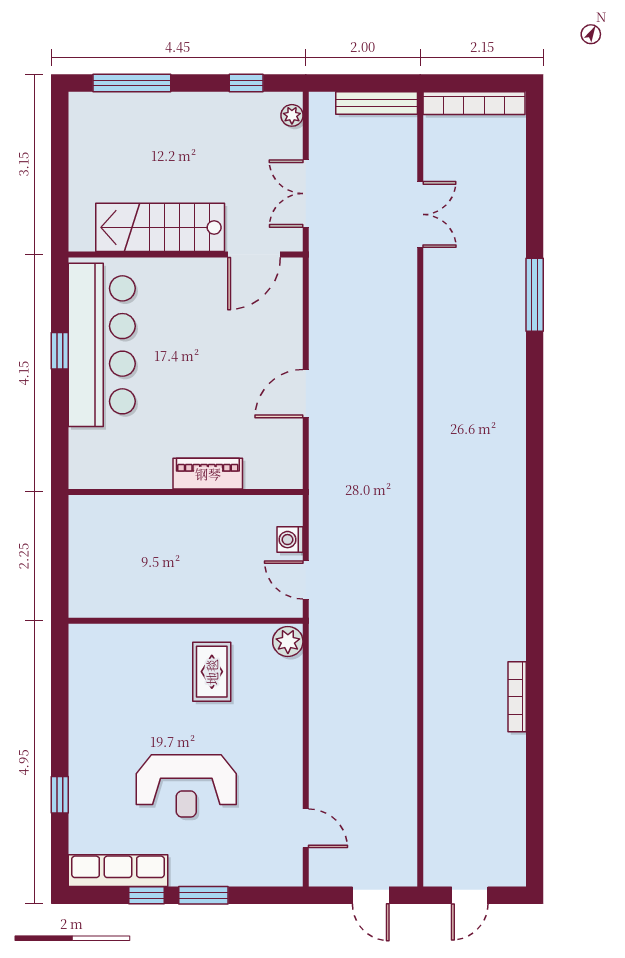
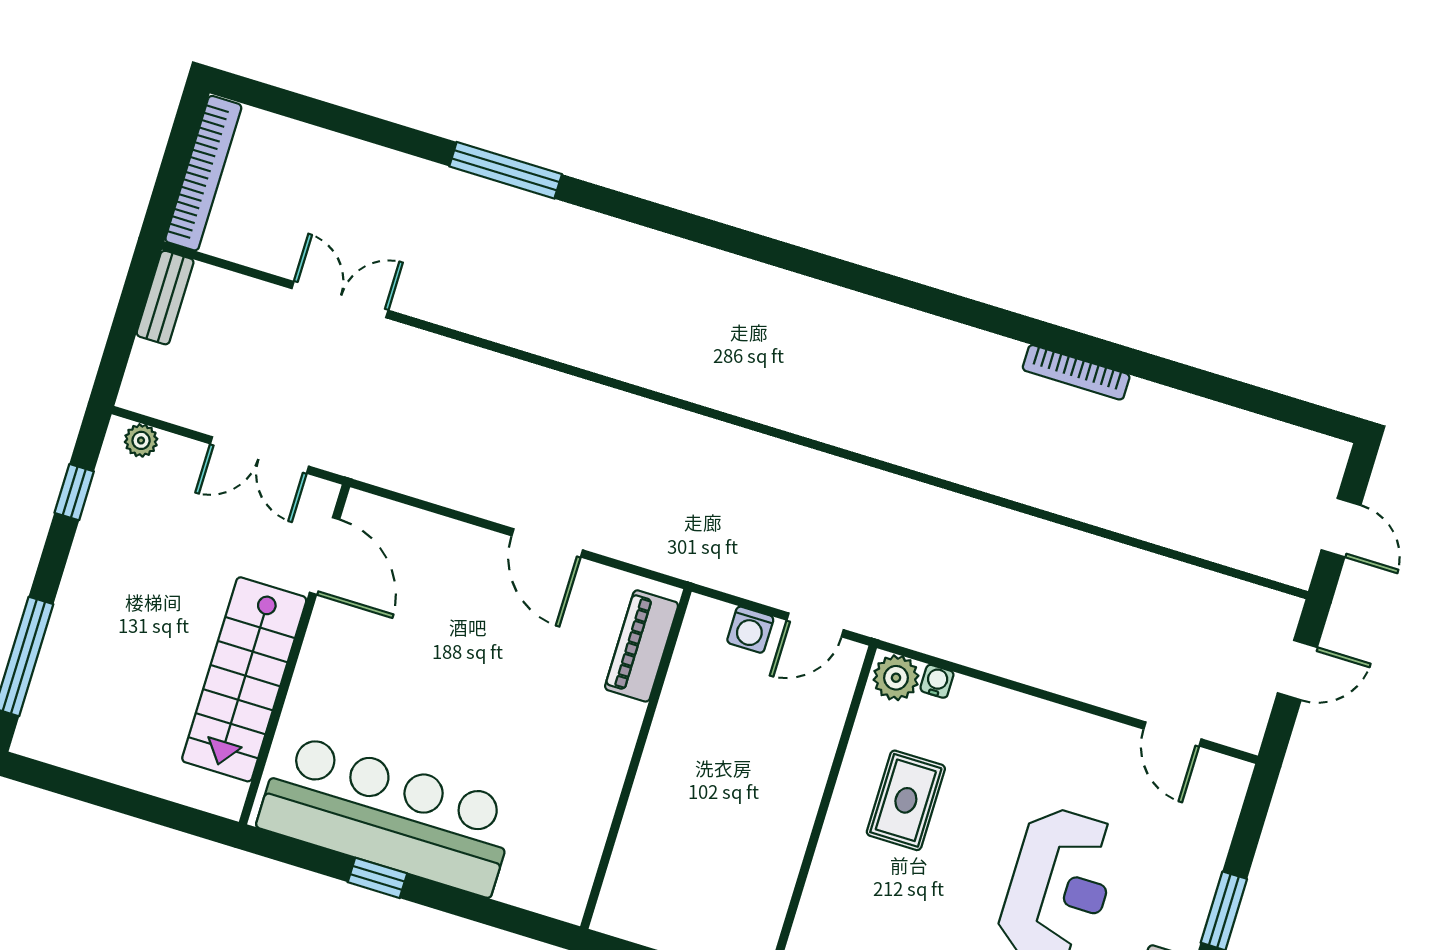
bench: (377, 103) -> (165, 298), width x0.73
piano: (208, 474) -> (642, 646), moved
water cooler: (294, 668) -> (937, 681), added
rug: (212, 672) -> (906, 800), turned 90
door: (306, 828) -> (1173, 734), swing flipped

